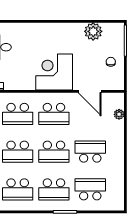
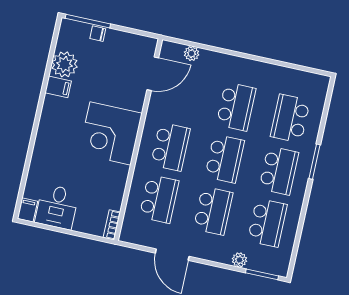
filing cabinet: (77, 30) -> (58, 87), added
chair: (111, 62) -> (98, 34), moved
door: (90, 91) -> (153, 74), moved
school desk: (90, 152) -> (236, 107), turned 180

